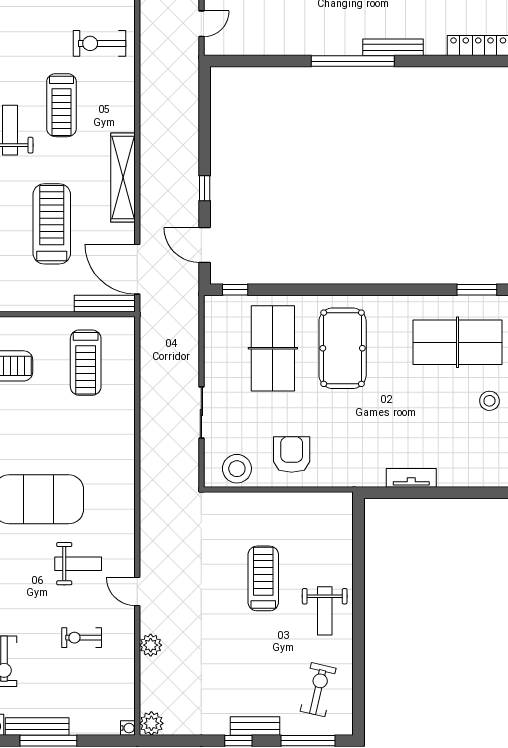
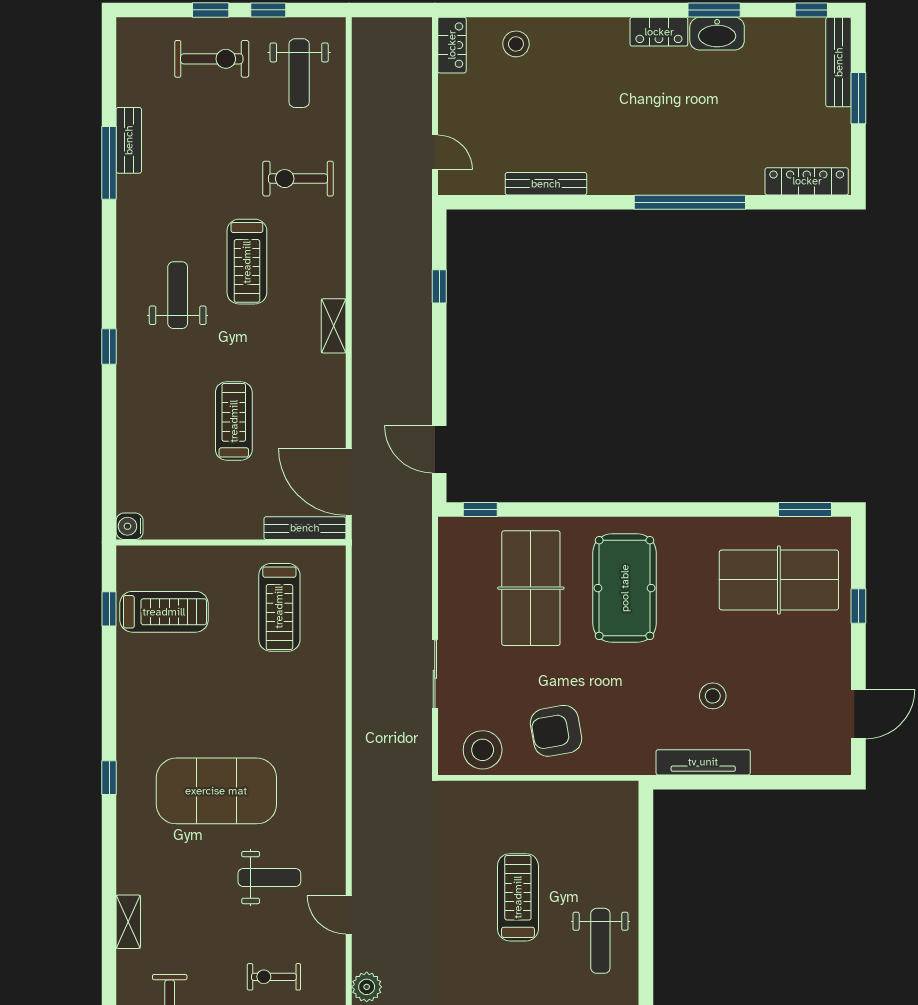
door: (201, 24) -> (435, 152), hinge flipped
bench: (393, 47) -> (546, 184), moved
window: (353, 61) -> (690, 202), moved
shelving: (123, 177) -> (334, 326), width x0.45, depth x0.75
window: (205, 188) -> (439, 286), moved
treadmill: (52, 224) -> (234, 421), width x0.73, depth x0.73
stool: (489, 401) -> (713, 696), moved
armchair: (292, 455) -> (556, 731), turned -100
tv unit: (411, 478) -> (703, 762), width x1.41

